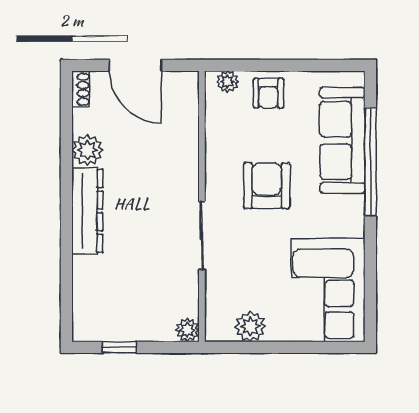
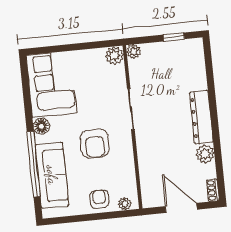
floor lamp: (351, 223) -> (41, 126), added
plant: (250, 327) -> (114, 56), moved

